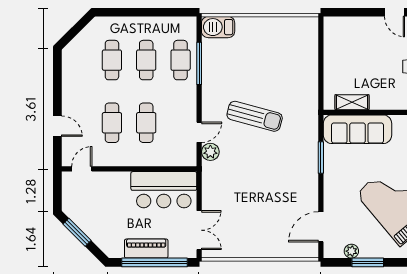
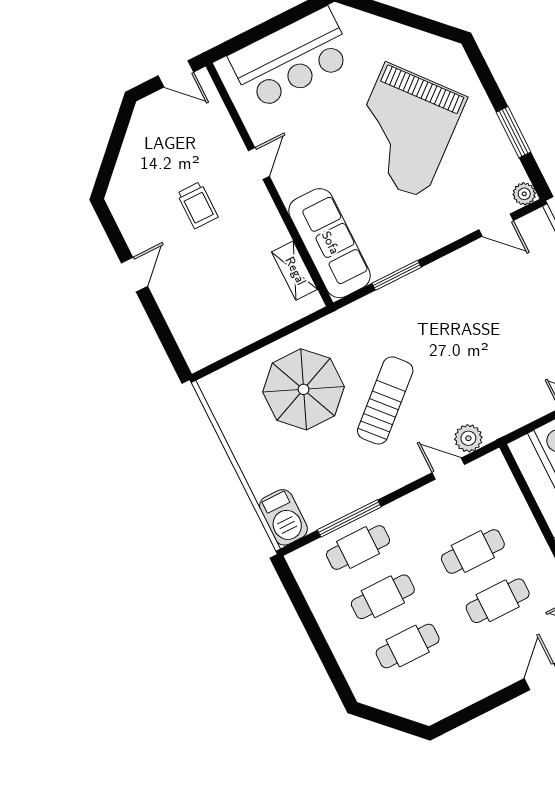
parasol: (284, 74) -> (304, 389), added
sun lounger: (255, 116) -> (385, 400), turned 33
door: (321, 227) -> (496, 225), width x0.73
plant: (351, 251) -> (524, 194), moved

